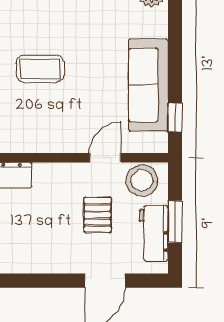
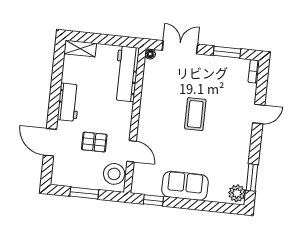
sofa: (148, 85) -> (185, 186), width x0.73
workbench: (154, 233) -> (68, 102), moved, turned 90

